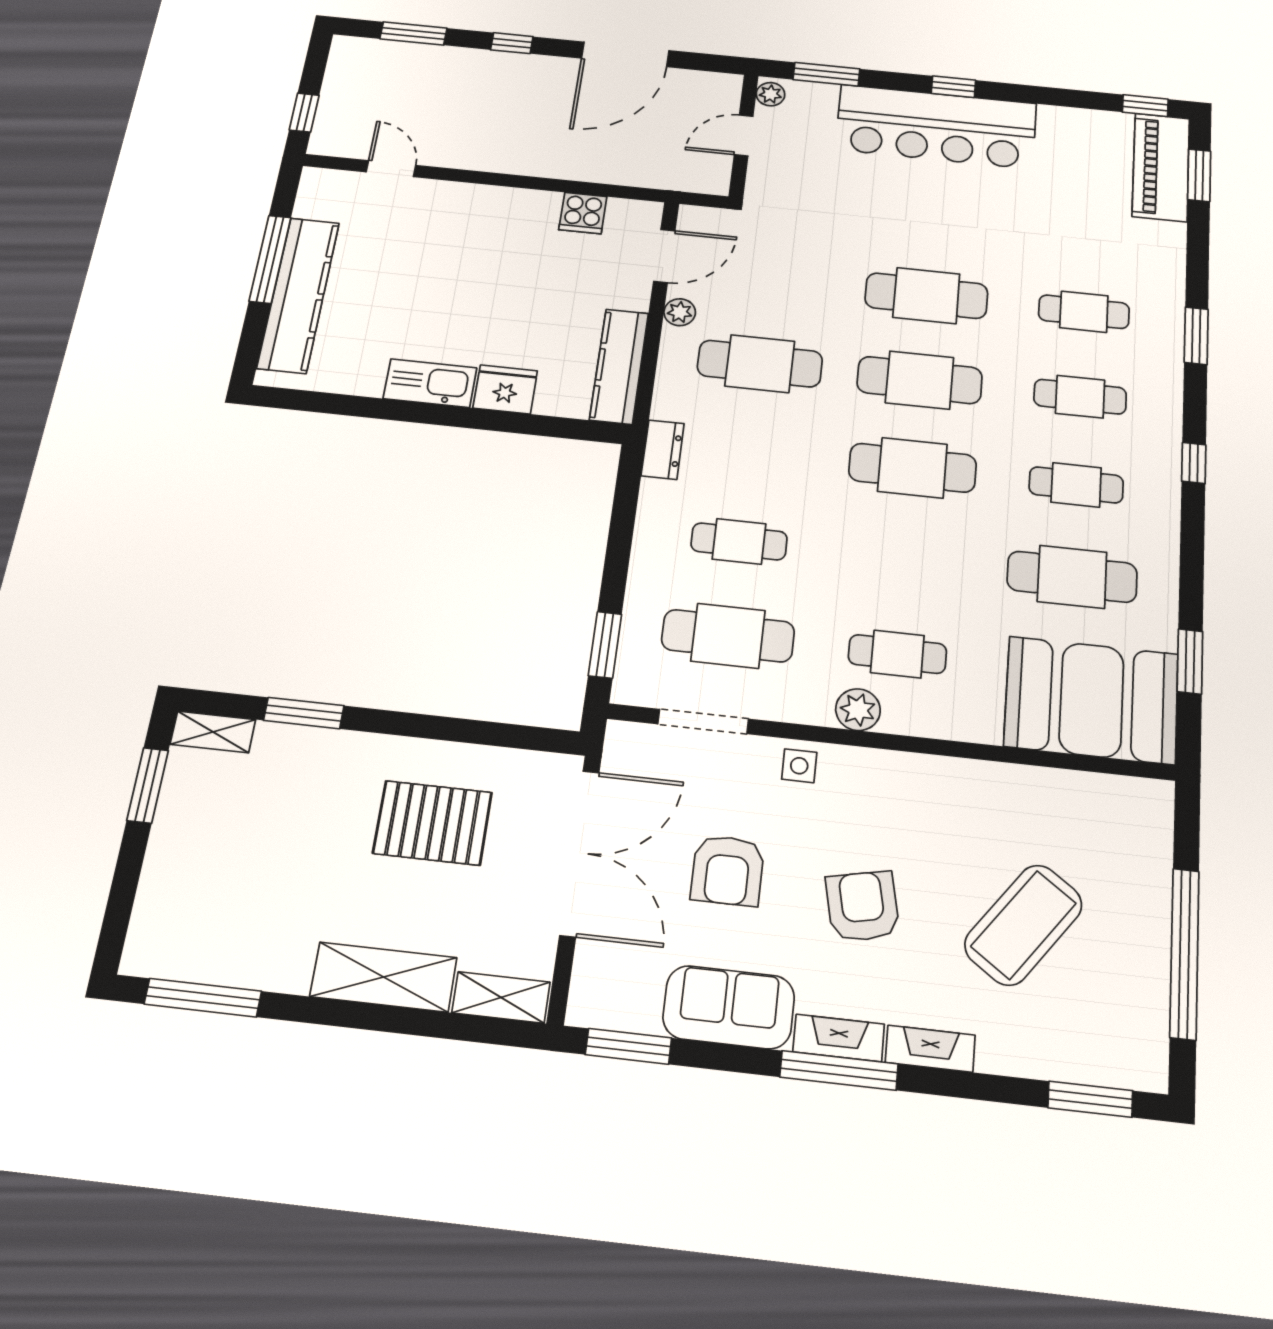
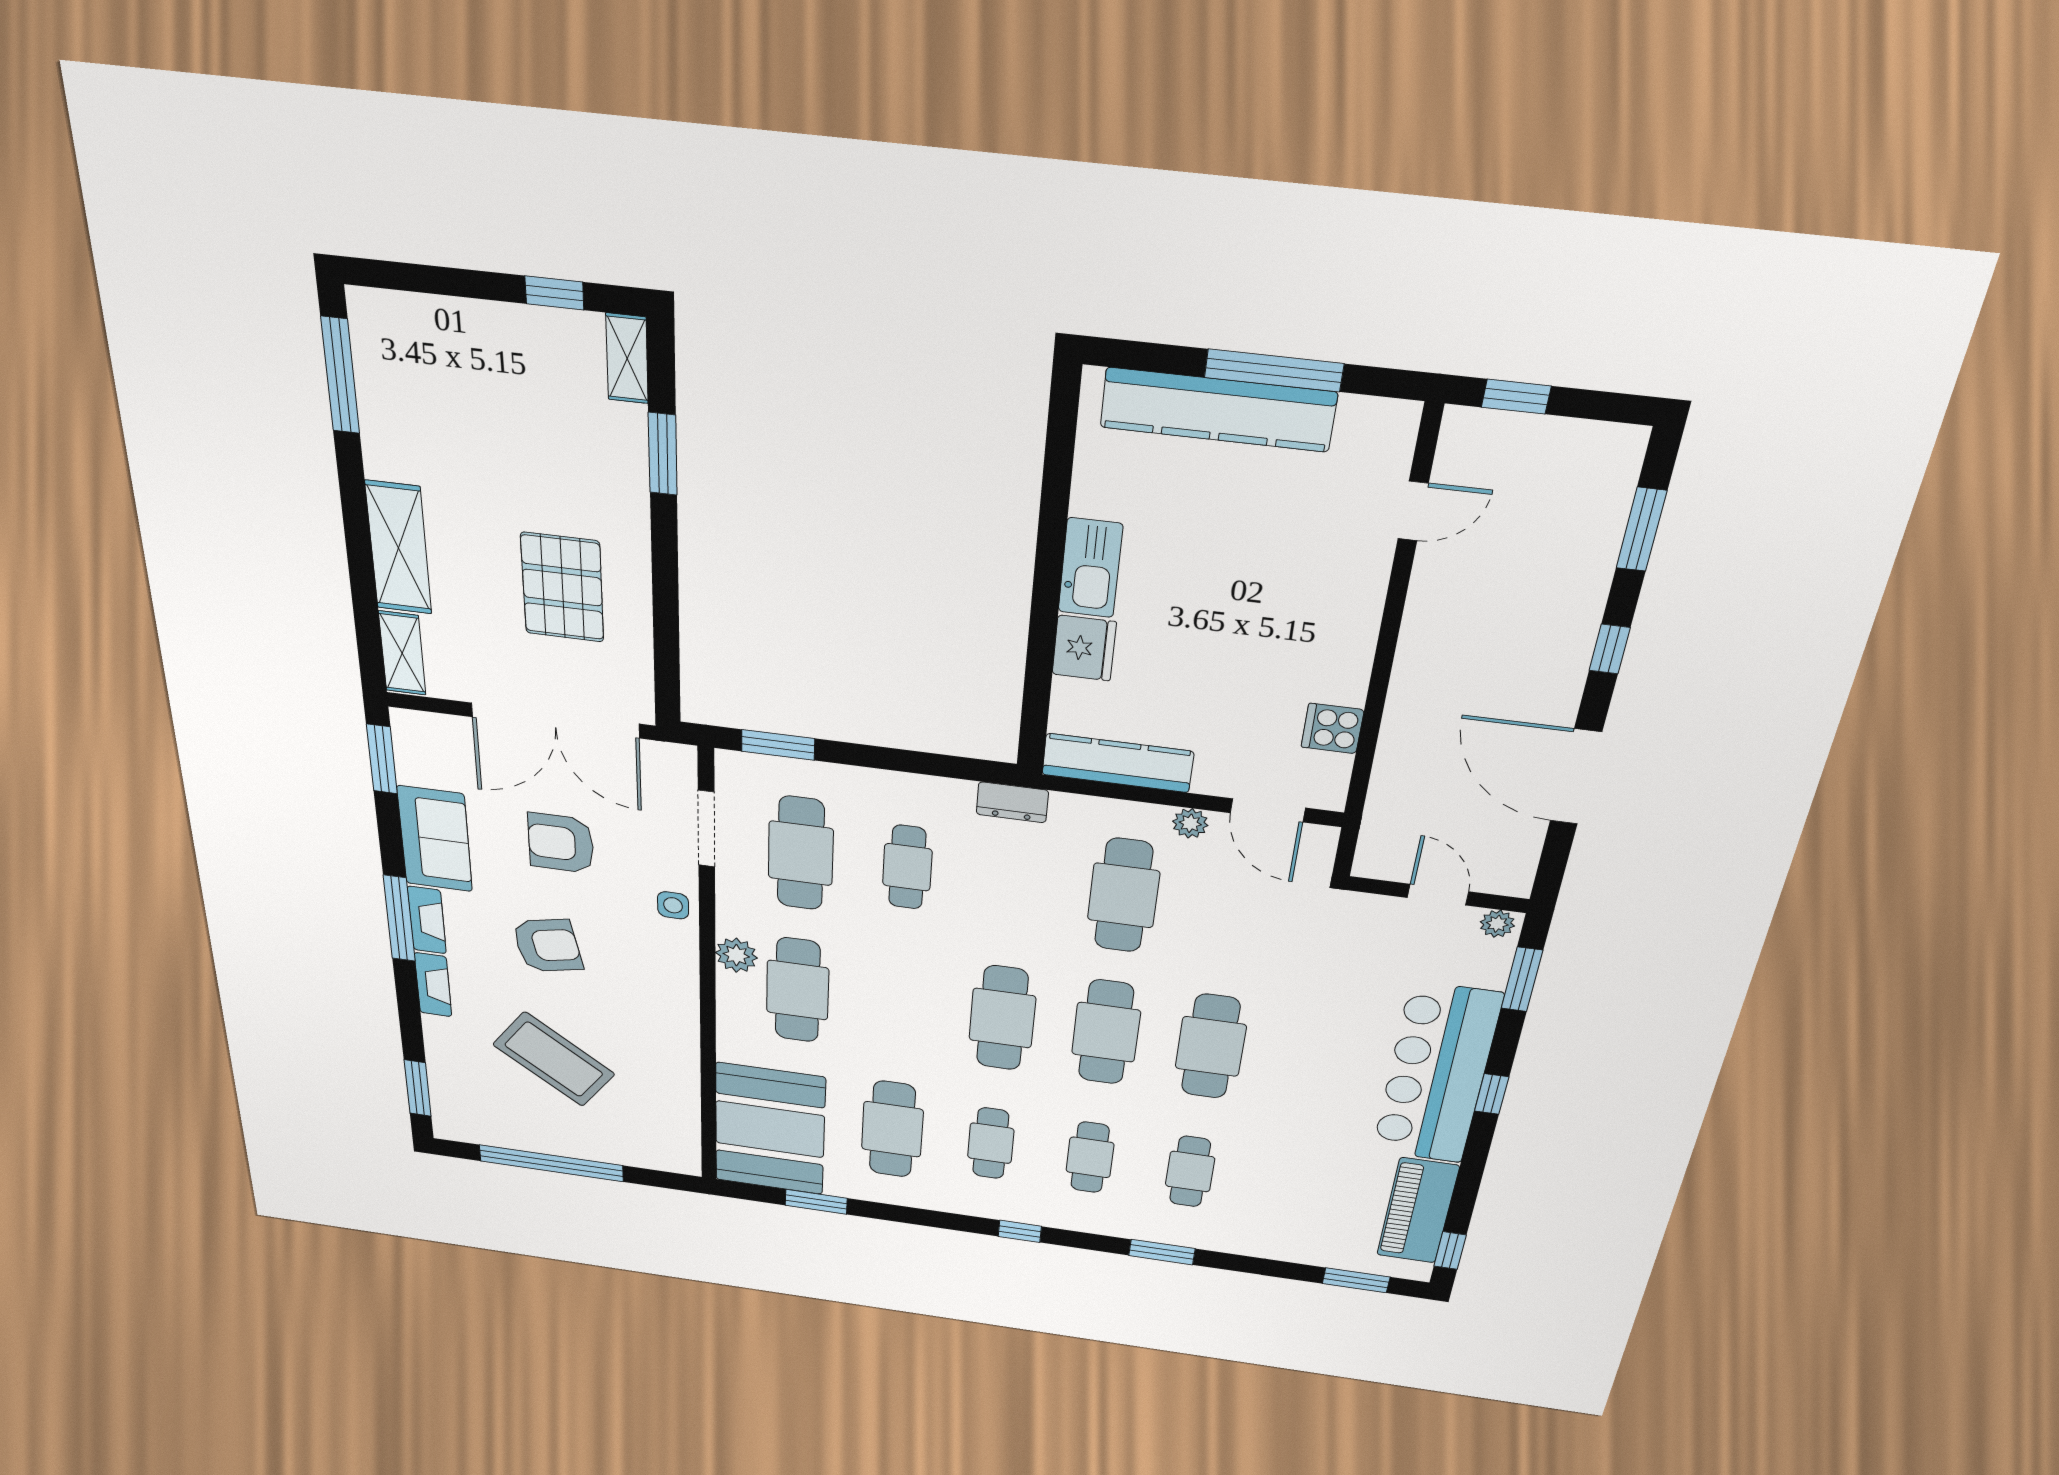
piano: (1161, 167) -> (1418, 1211), moved, turned -90
cafe table: (897, 654) -> (798, 990), width x1.37, depth x1.35
window: (148, 785) -> (554, 293), width x0.67

